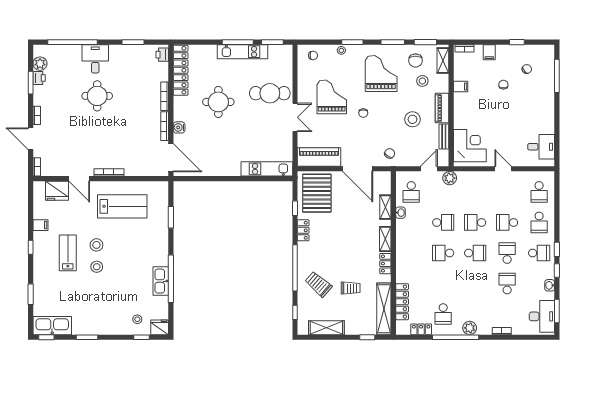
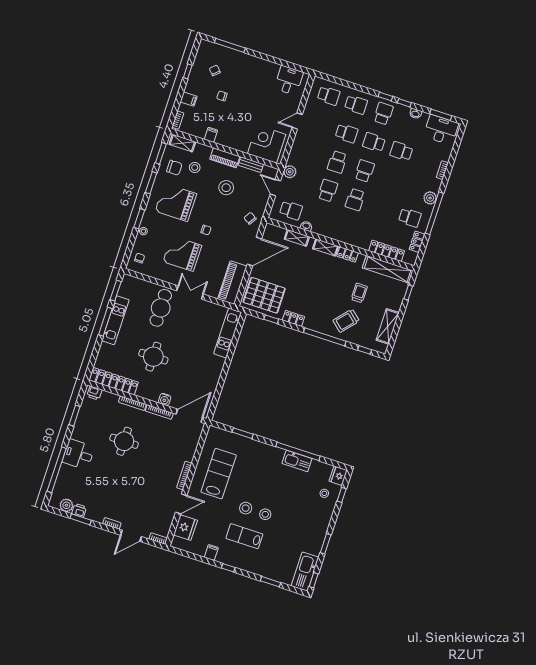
round table: (97, 96) -> (124, 441), moved
school desk: (507, 222) -> (347, 133), turned -90

